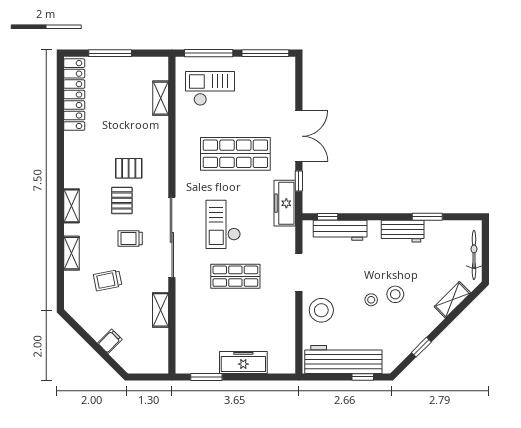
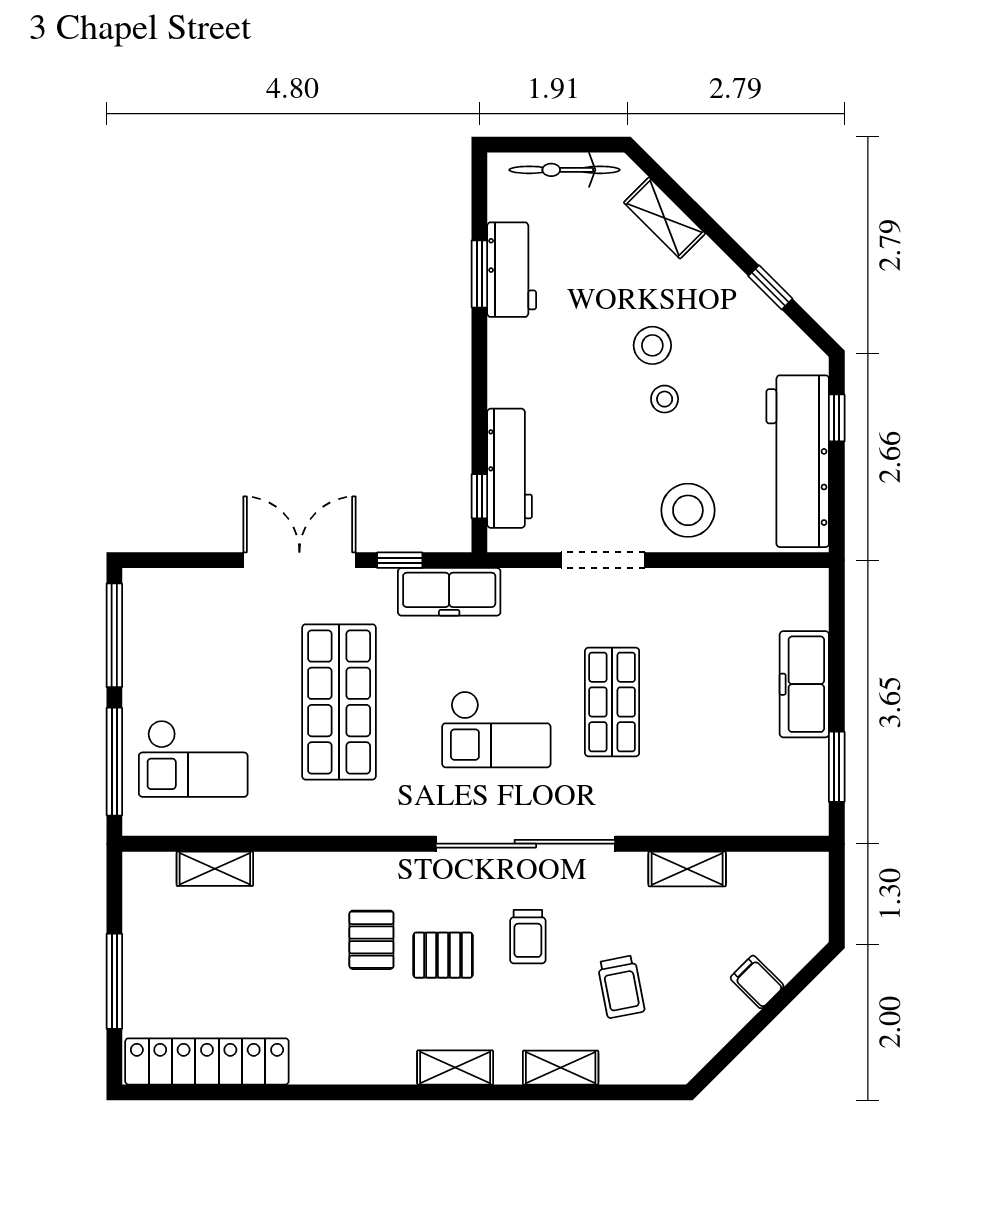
checkout: (210, 88) -> (193, 759), turned -90
workbench: (403, 231) -> (512, 270), moved

